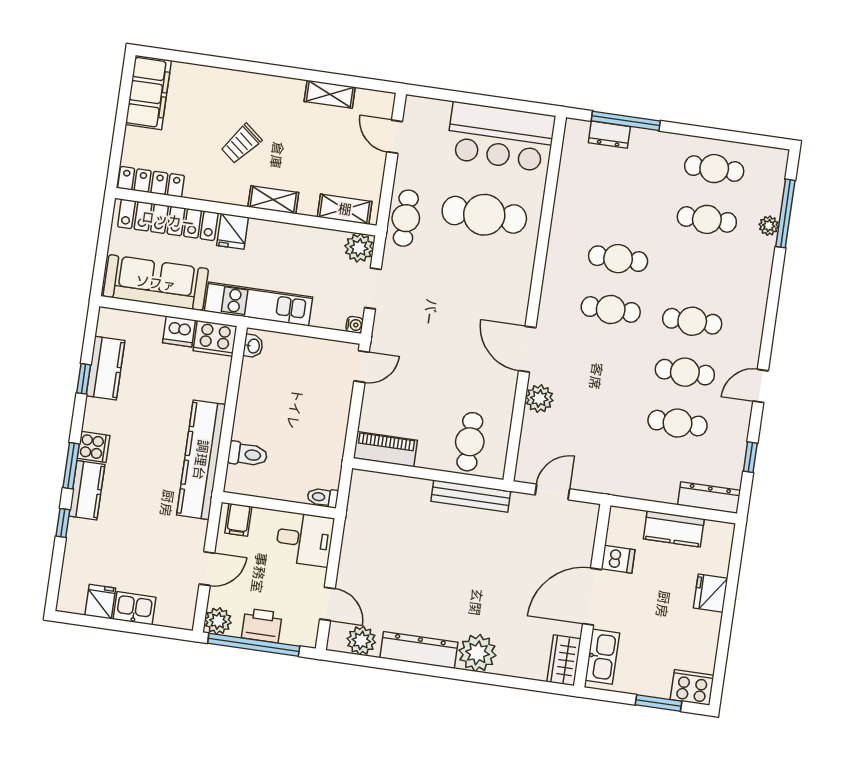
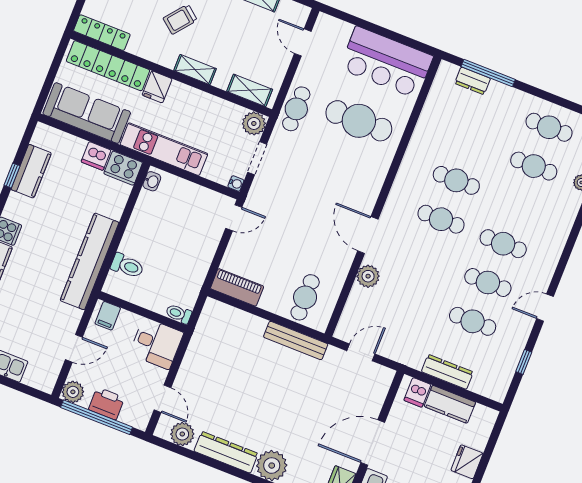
dresser: (709, 498) -> (447, 372), moved
dishwasher: (618, 559) -> (417, 392), moved, turned 90

